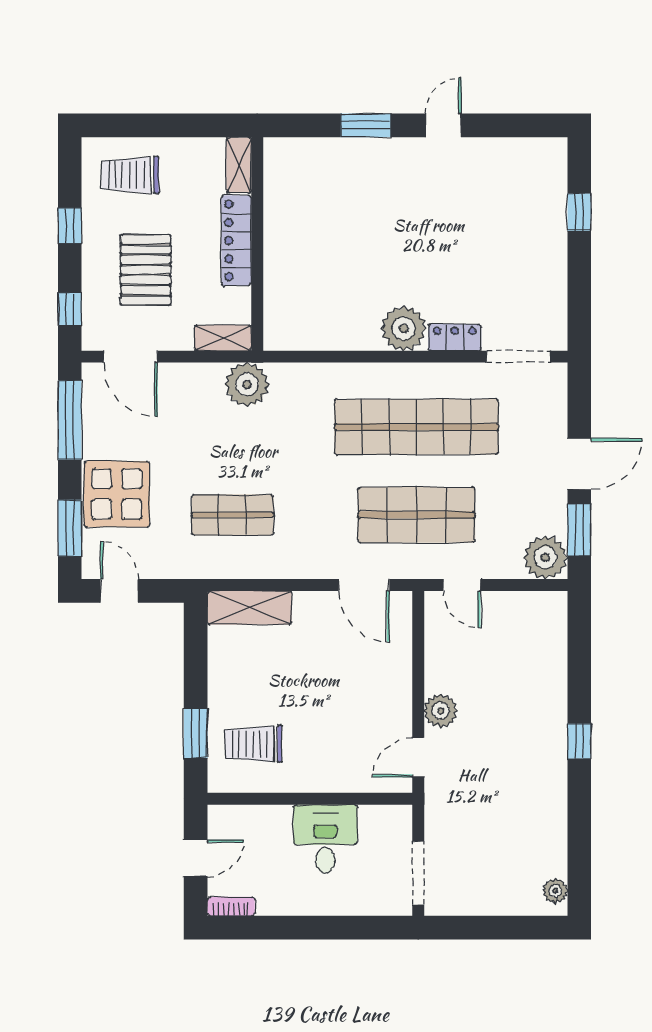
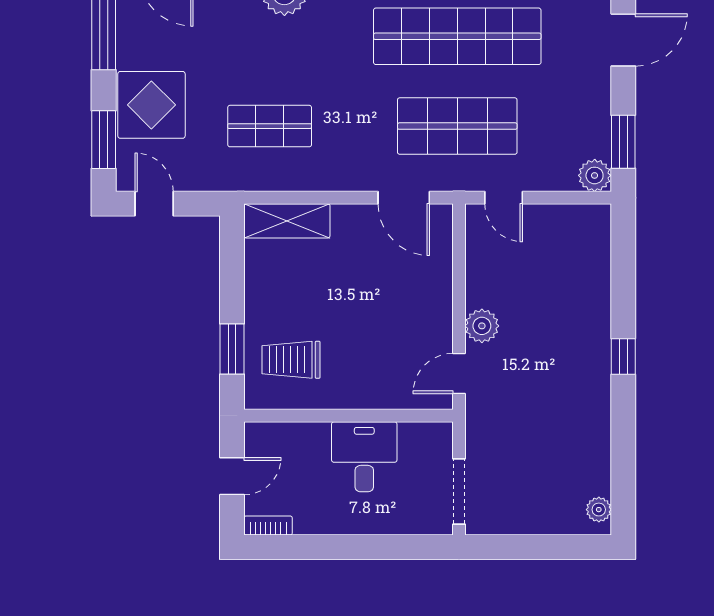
door: (579, 464) -> (623, 40), moved
plant: (545, 557) -> (595, 175), width x0.73, depth x0.73

